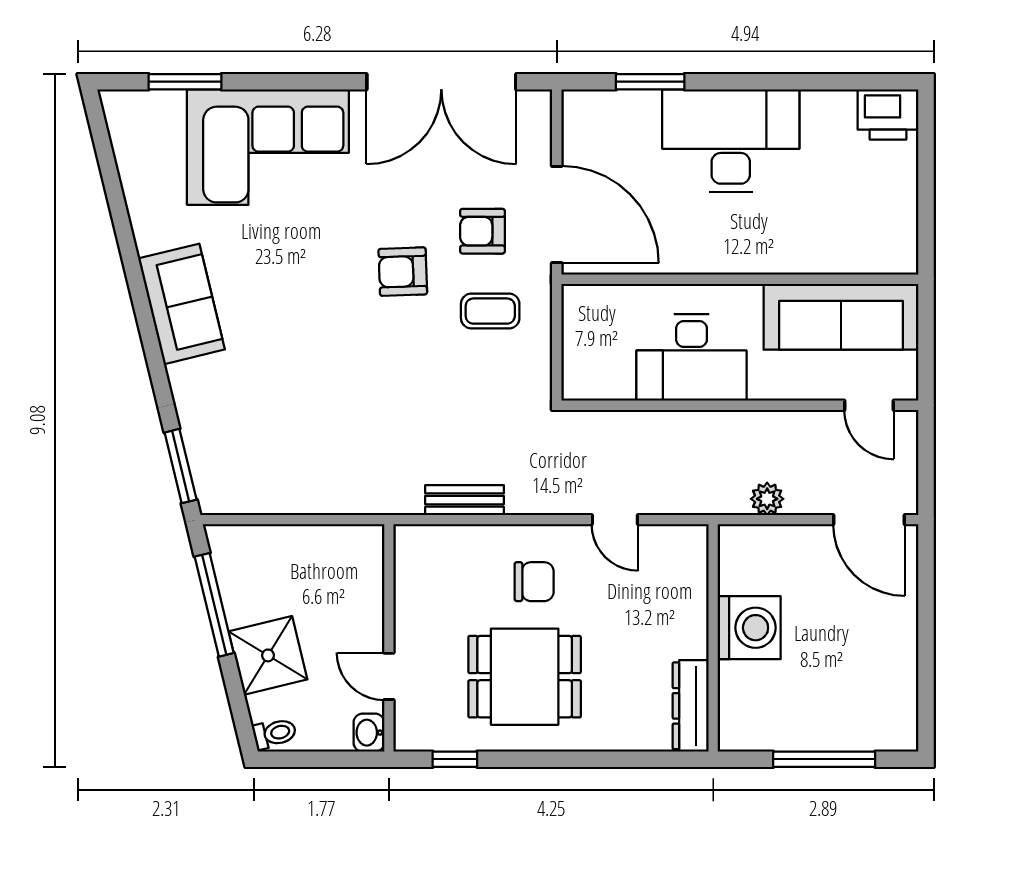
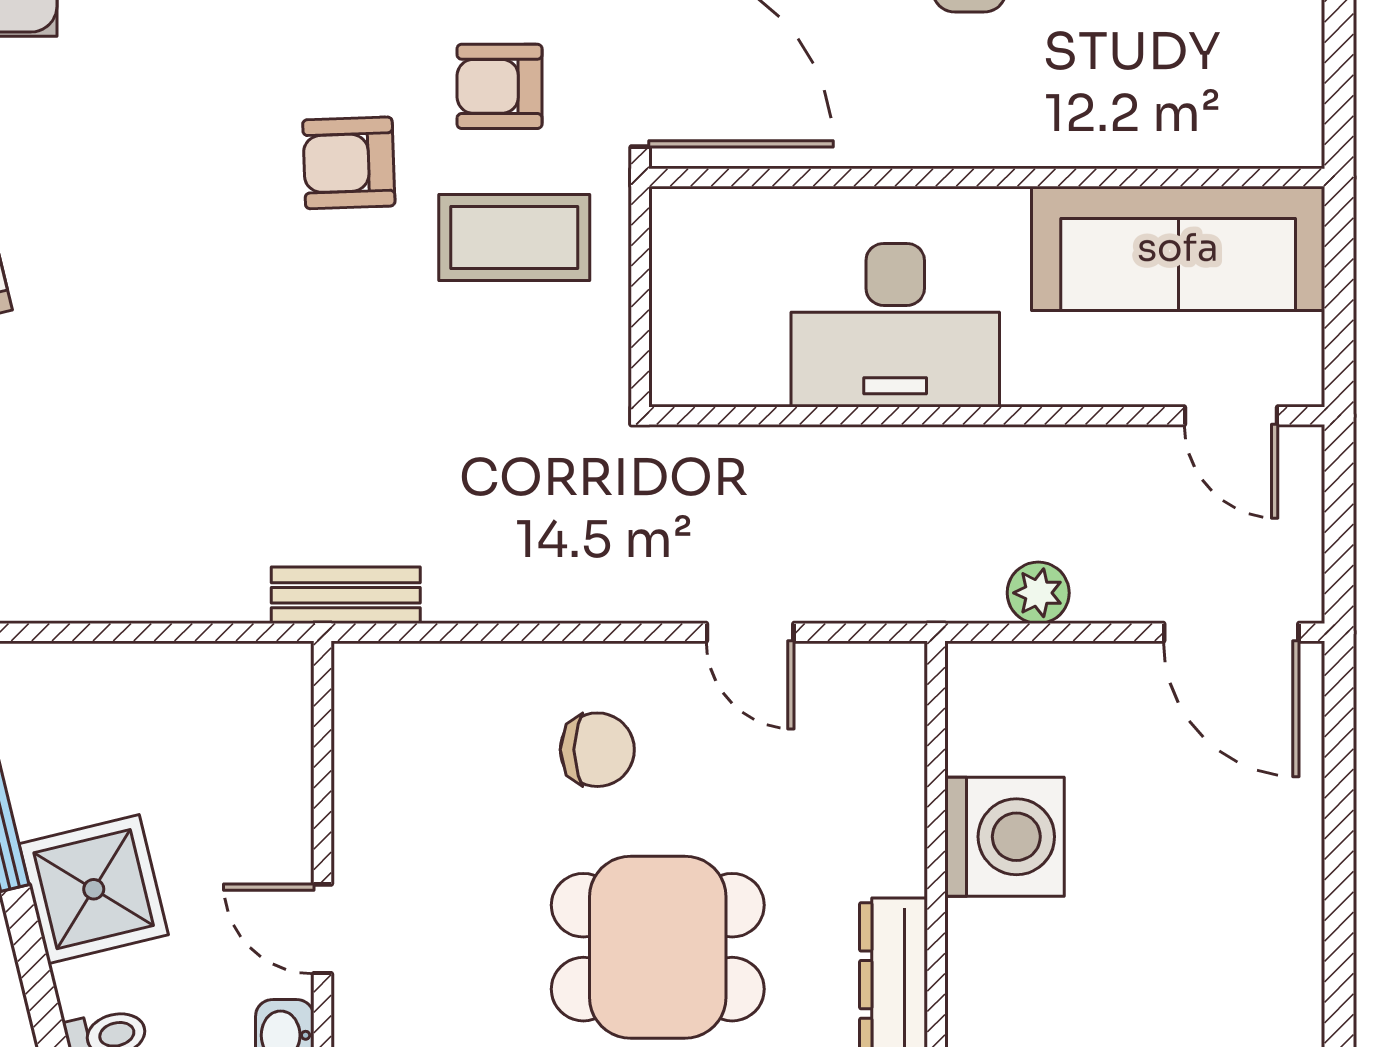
coffee table: (490, 311) -> (514, 237), width x1.36, depth x1.30
bench: (464, 500) -> (346, 595), moved
dining table: (525, 677) -> (658, 947), moved

